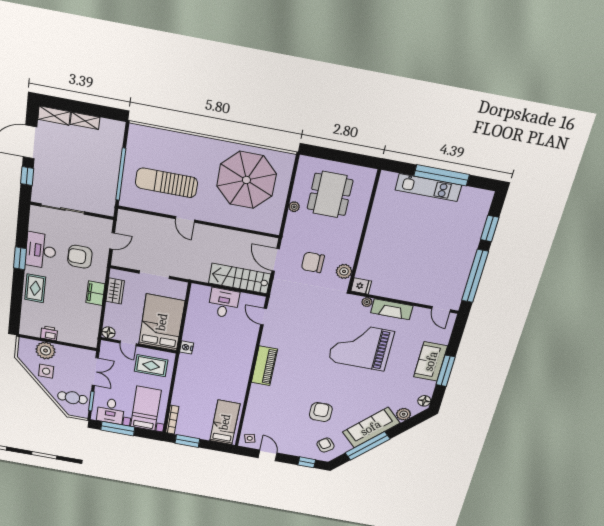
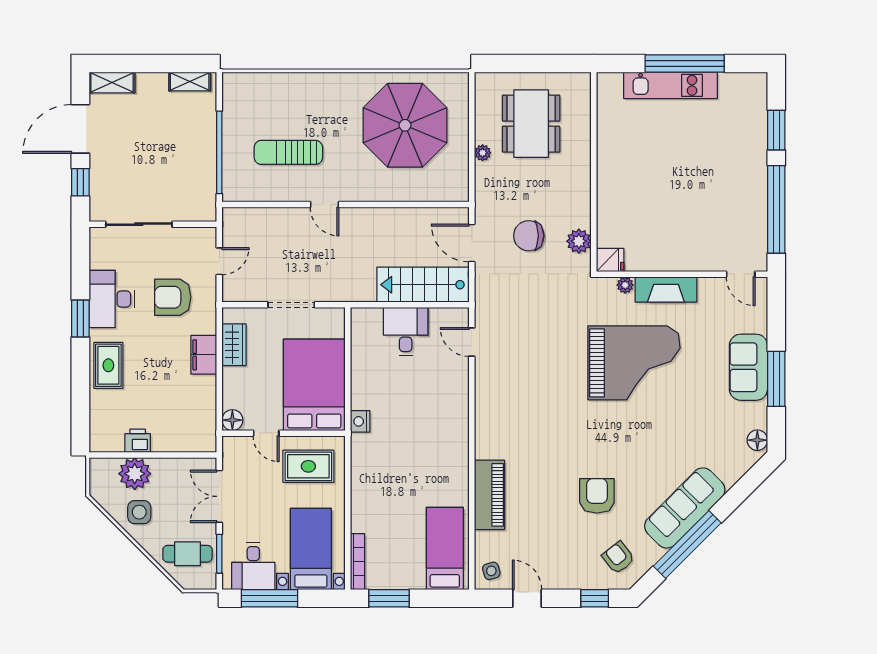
shelving: (85, 121) -> (190, 82), moved
sun lounger: (166, 183) -> (288, 152), width x0.73, depth x0.75
grand piano: (361, 346) -> (634, 363), turned 180
piano: (264, 366) -> (490, 495), moved
double door: (95, 372) -> (219, 496), swing flipped
plant: (404, 414) -> (731, 472), removed

